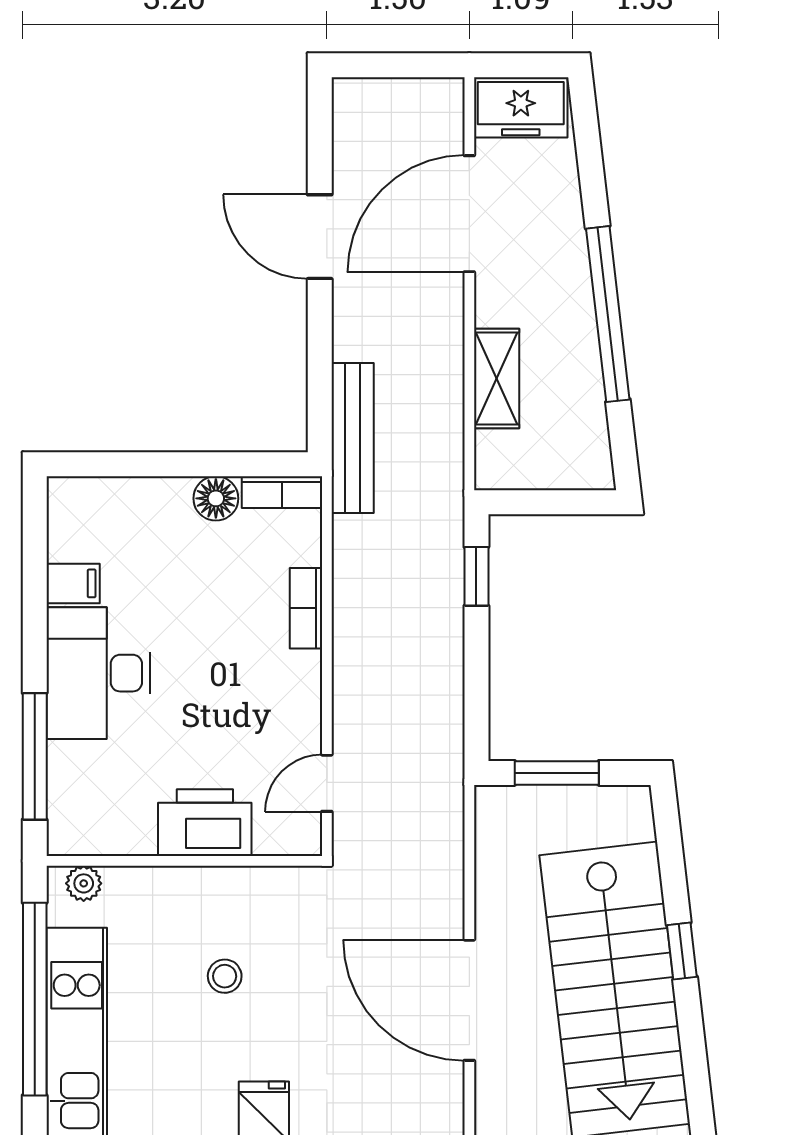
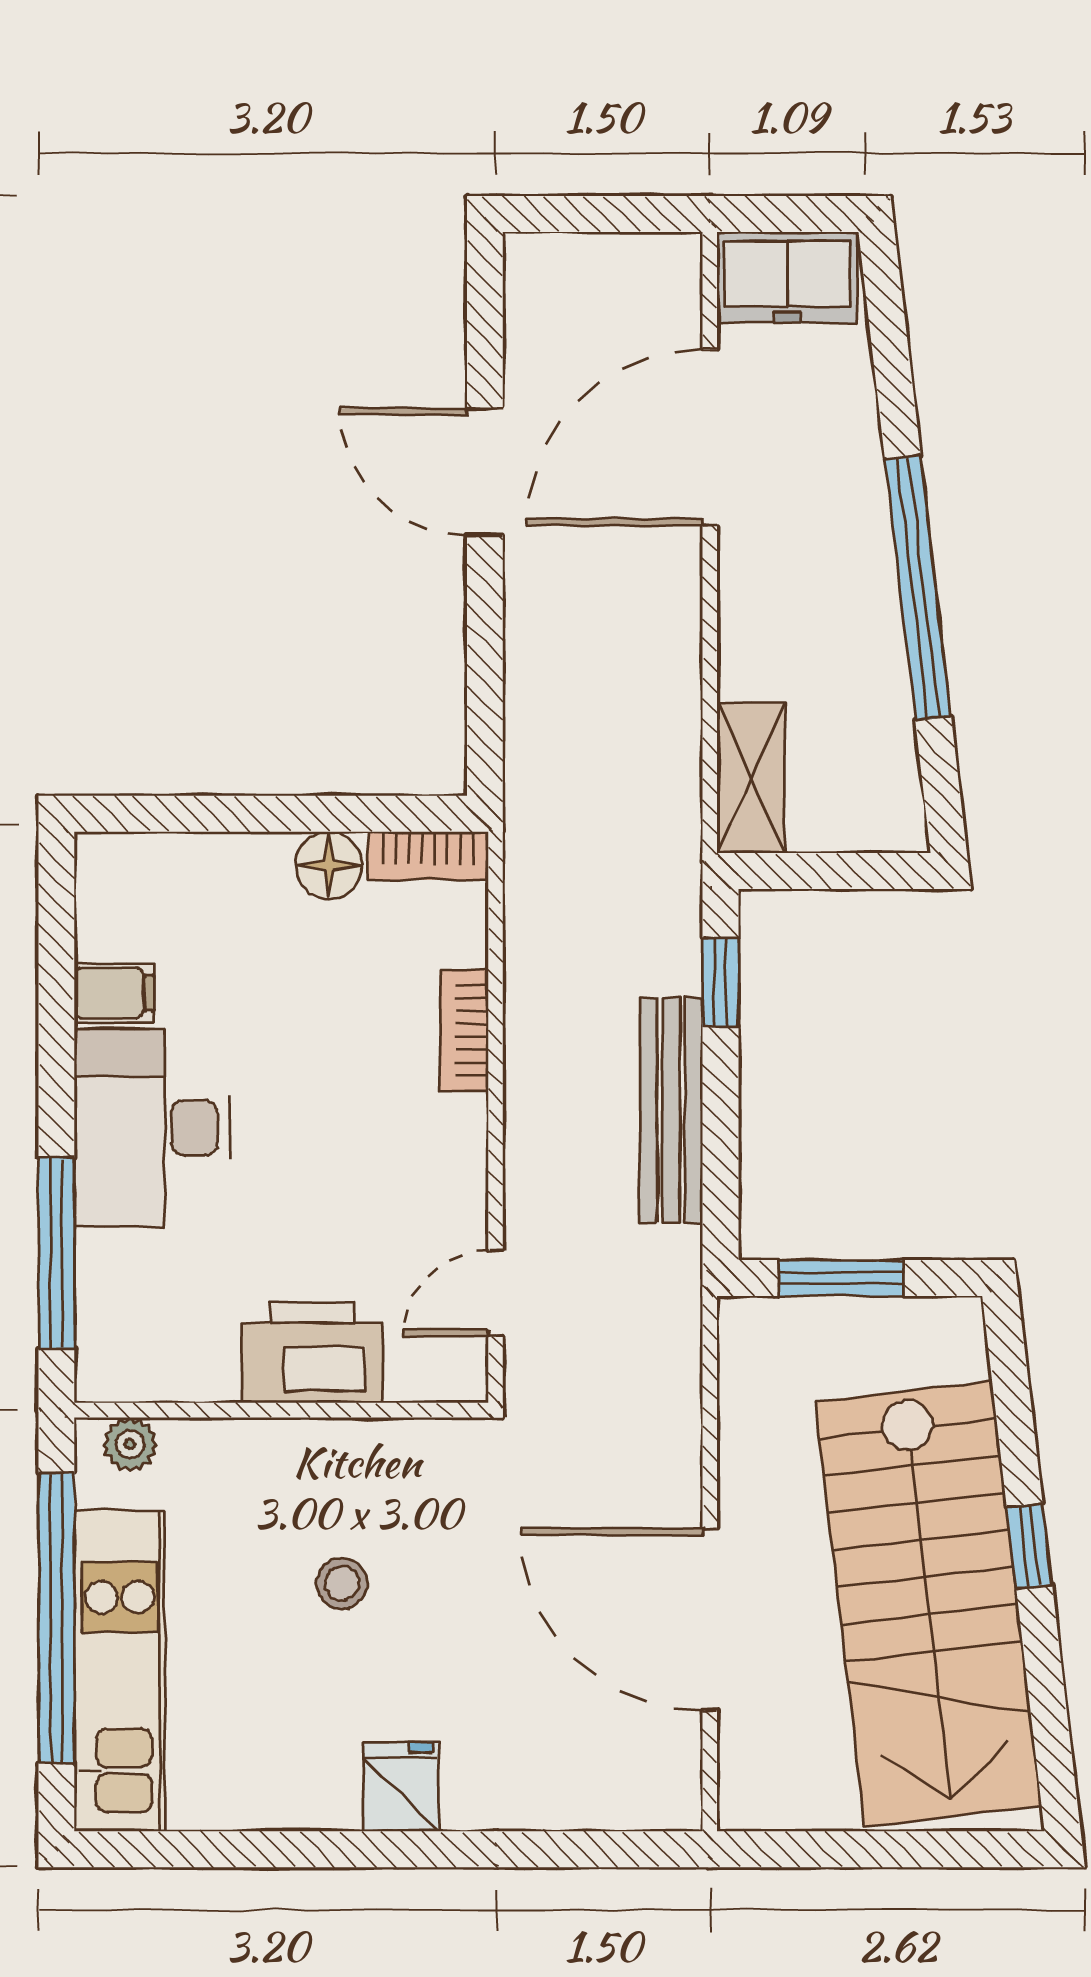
shelving: (497, 378) -> (751, 778), moved
bench: (353, 438) -> (671, 1111), moved

